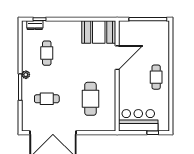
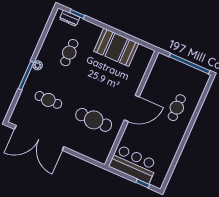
booth: (99, 32) -> (116, 47), moved
door: (117, 58) -> (132, 108), moved
cafe table: (156, 77) -> (177, 108), moved
cafe table: (90, 99) -> (94, 120), turned 90

